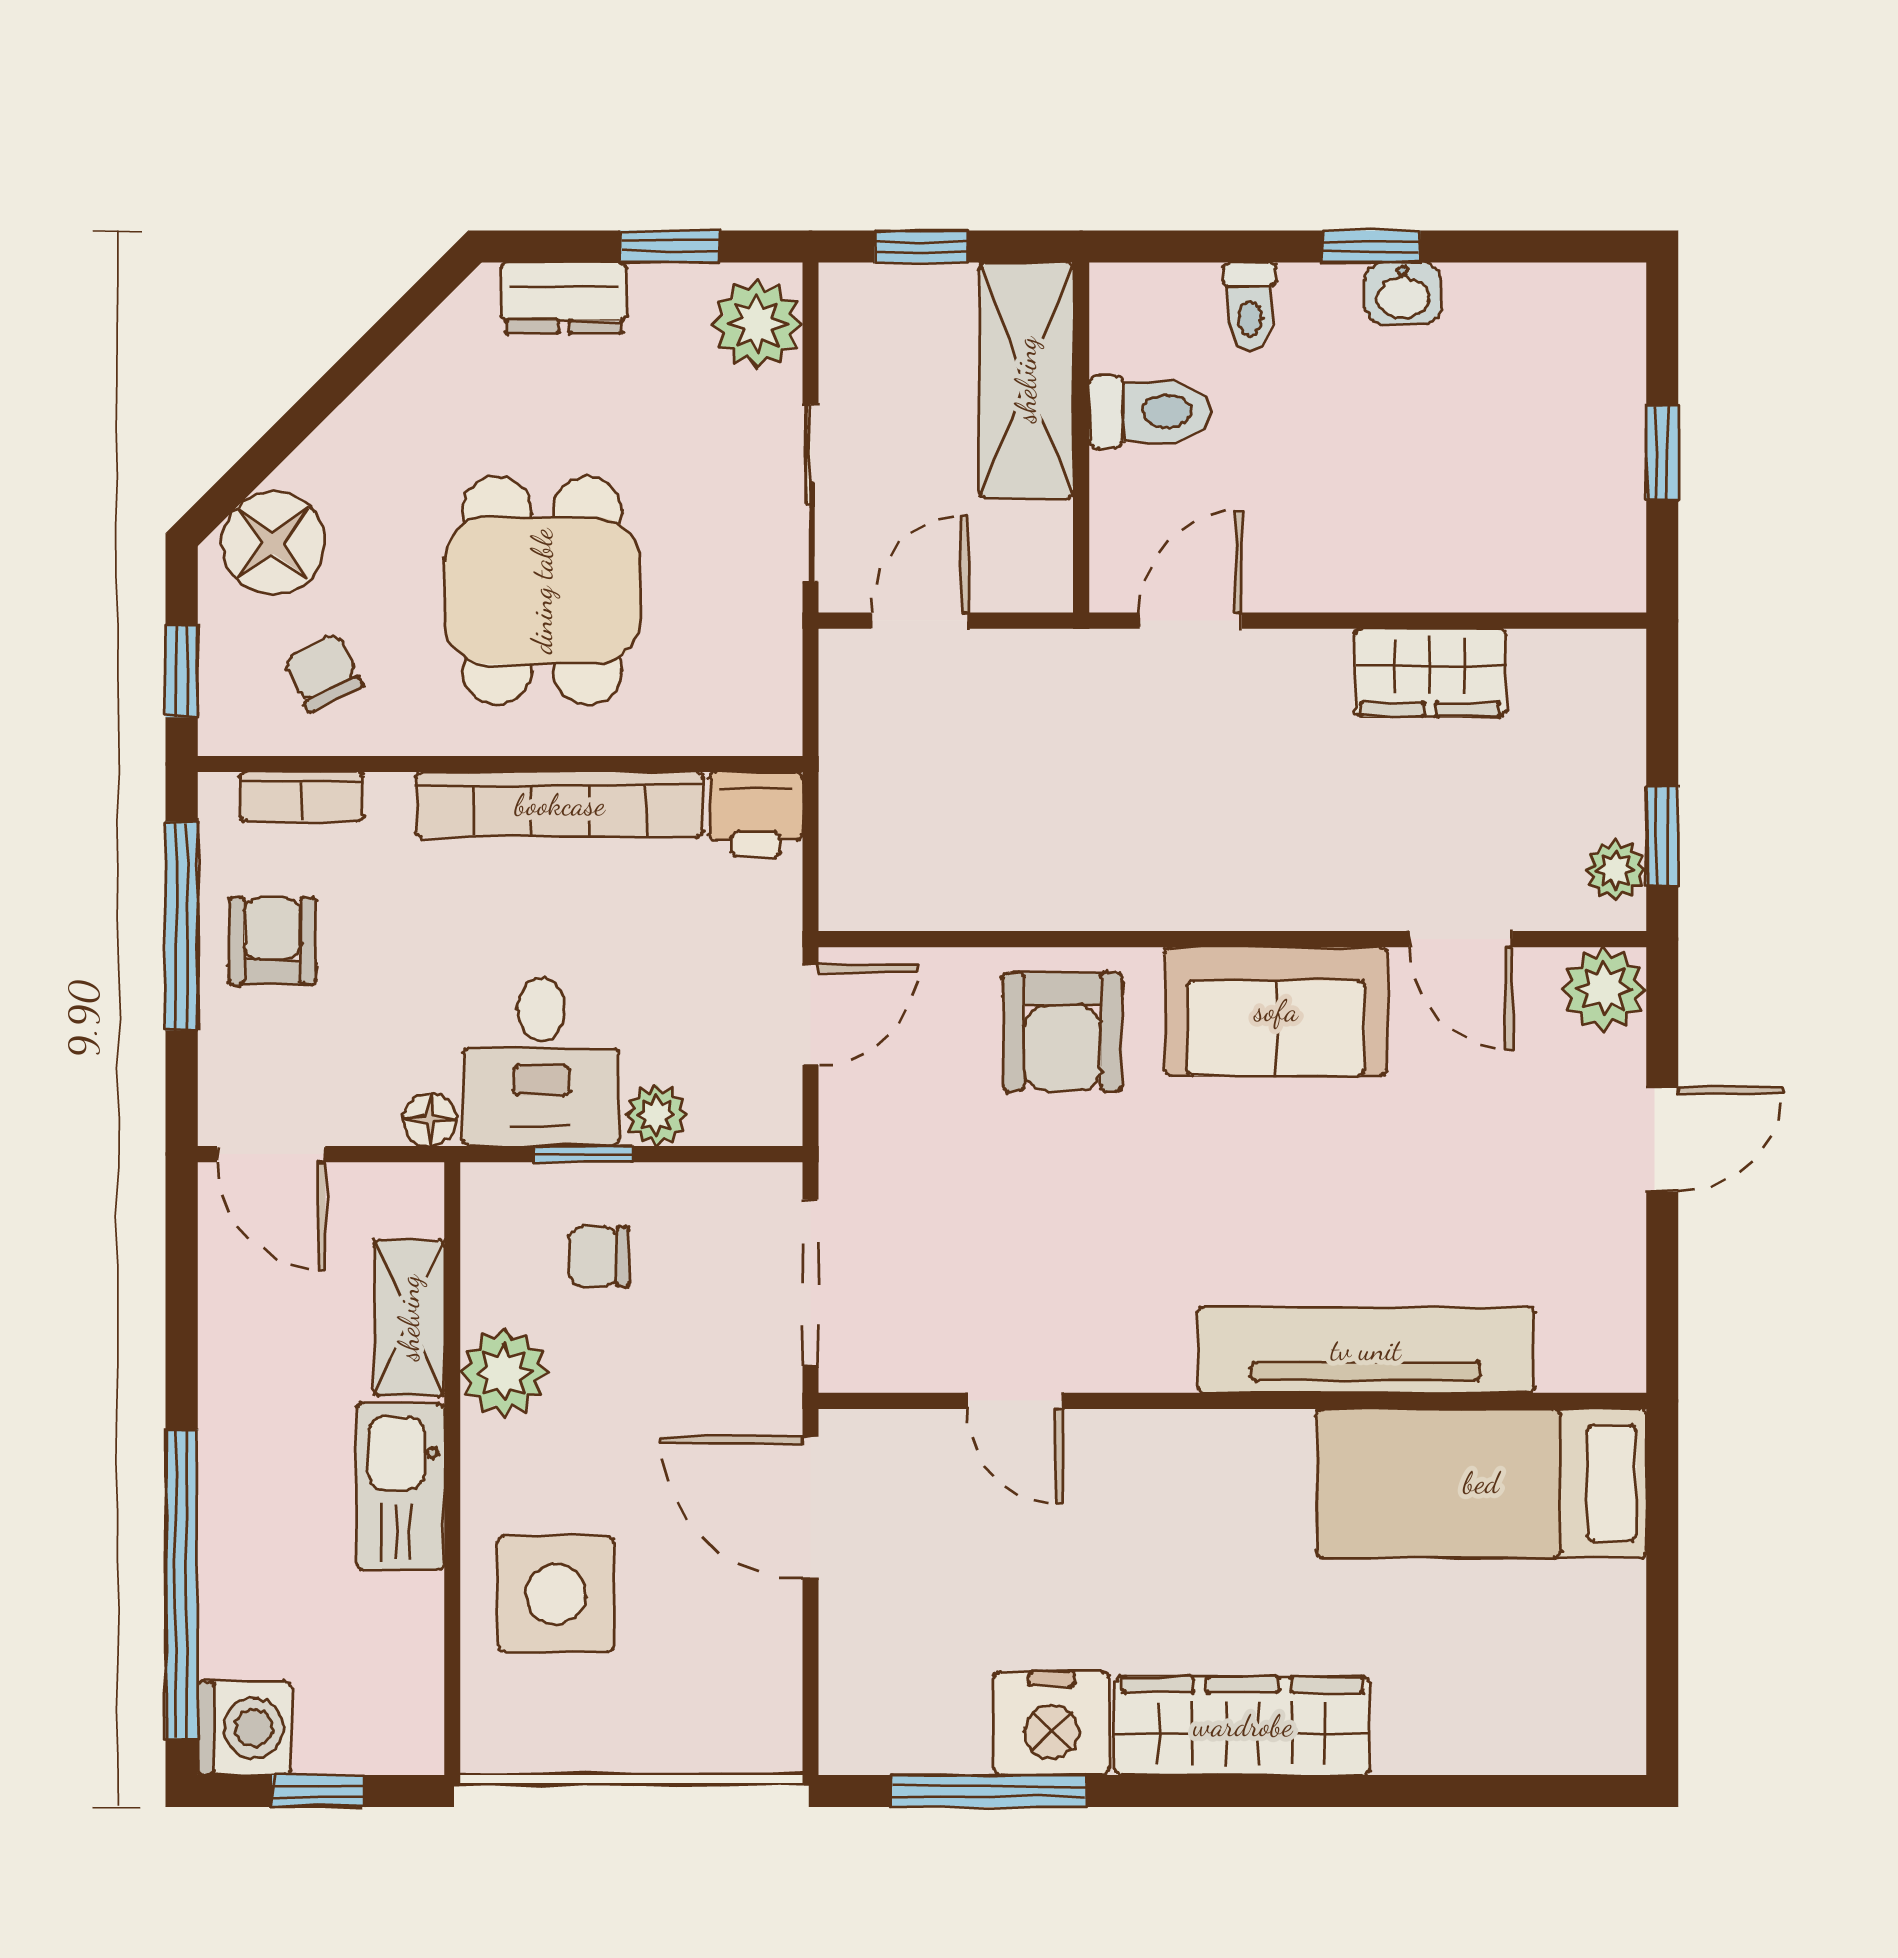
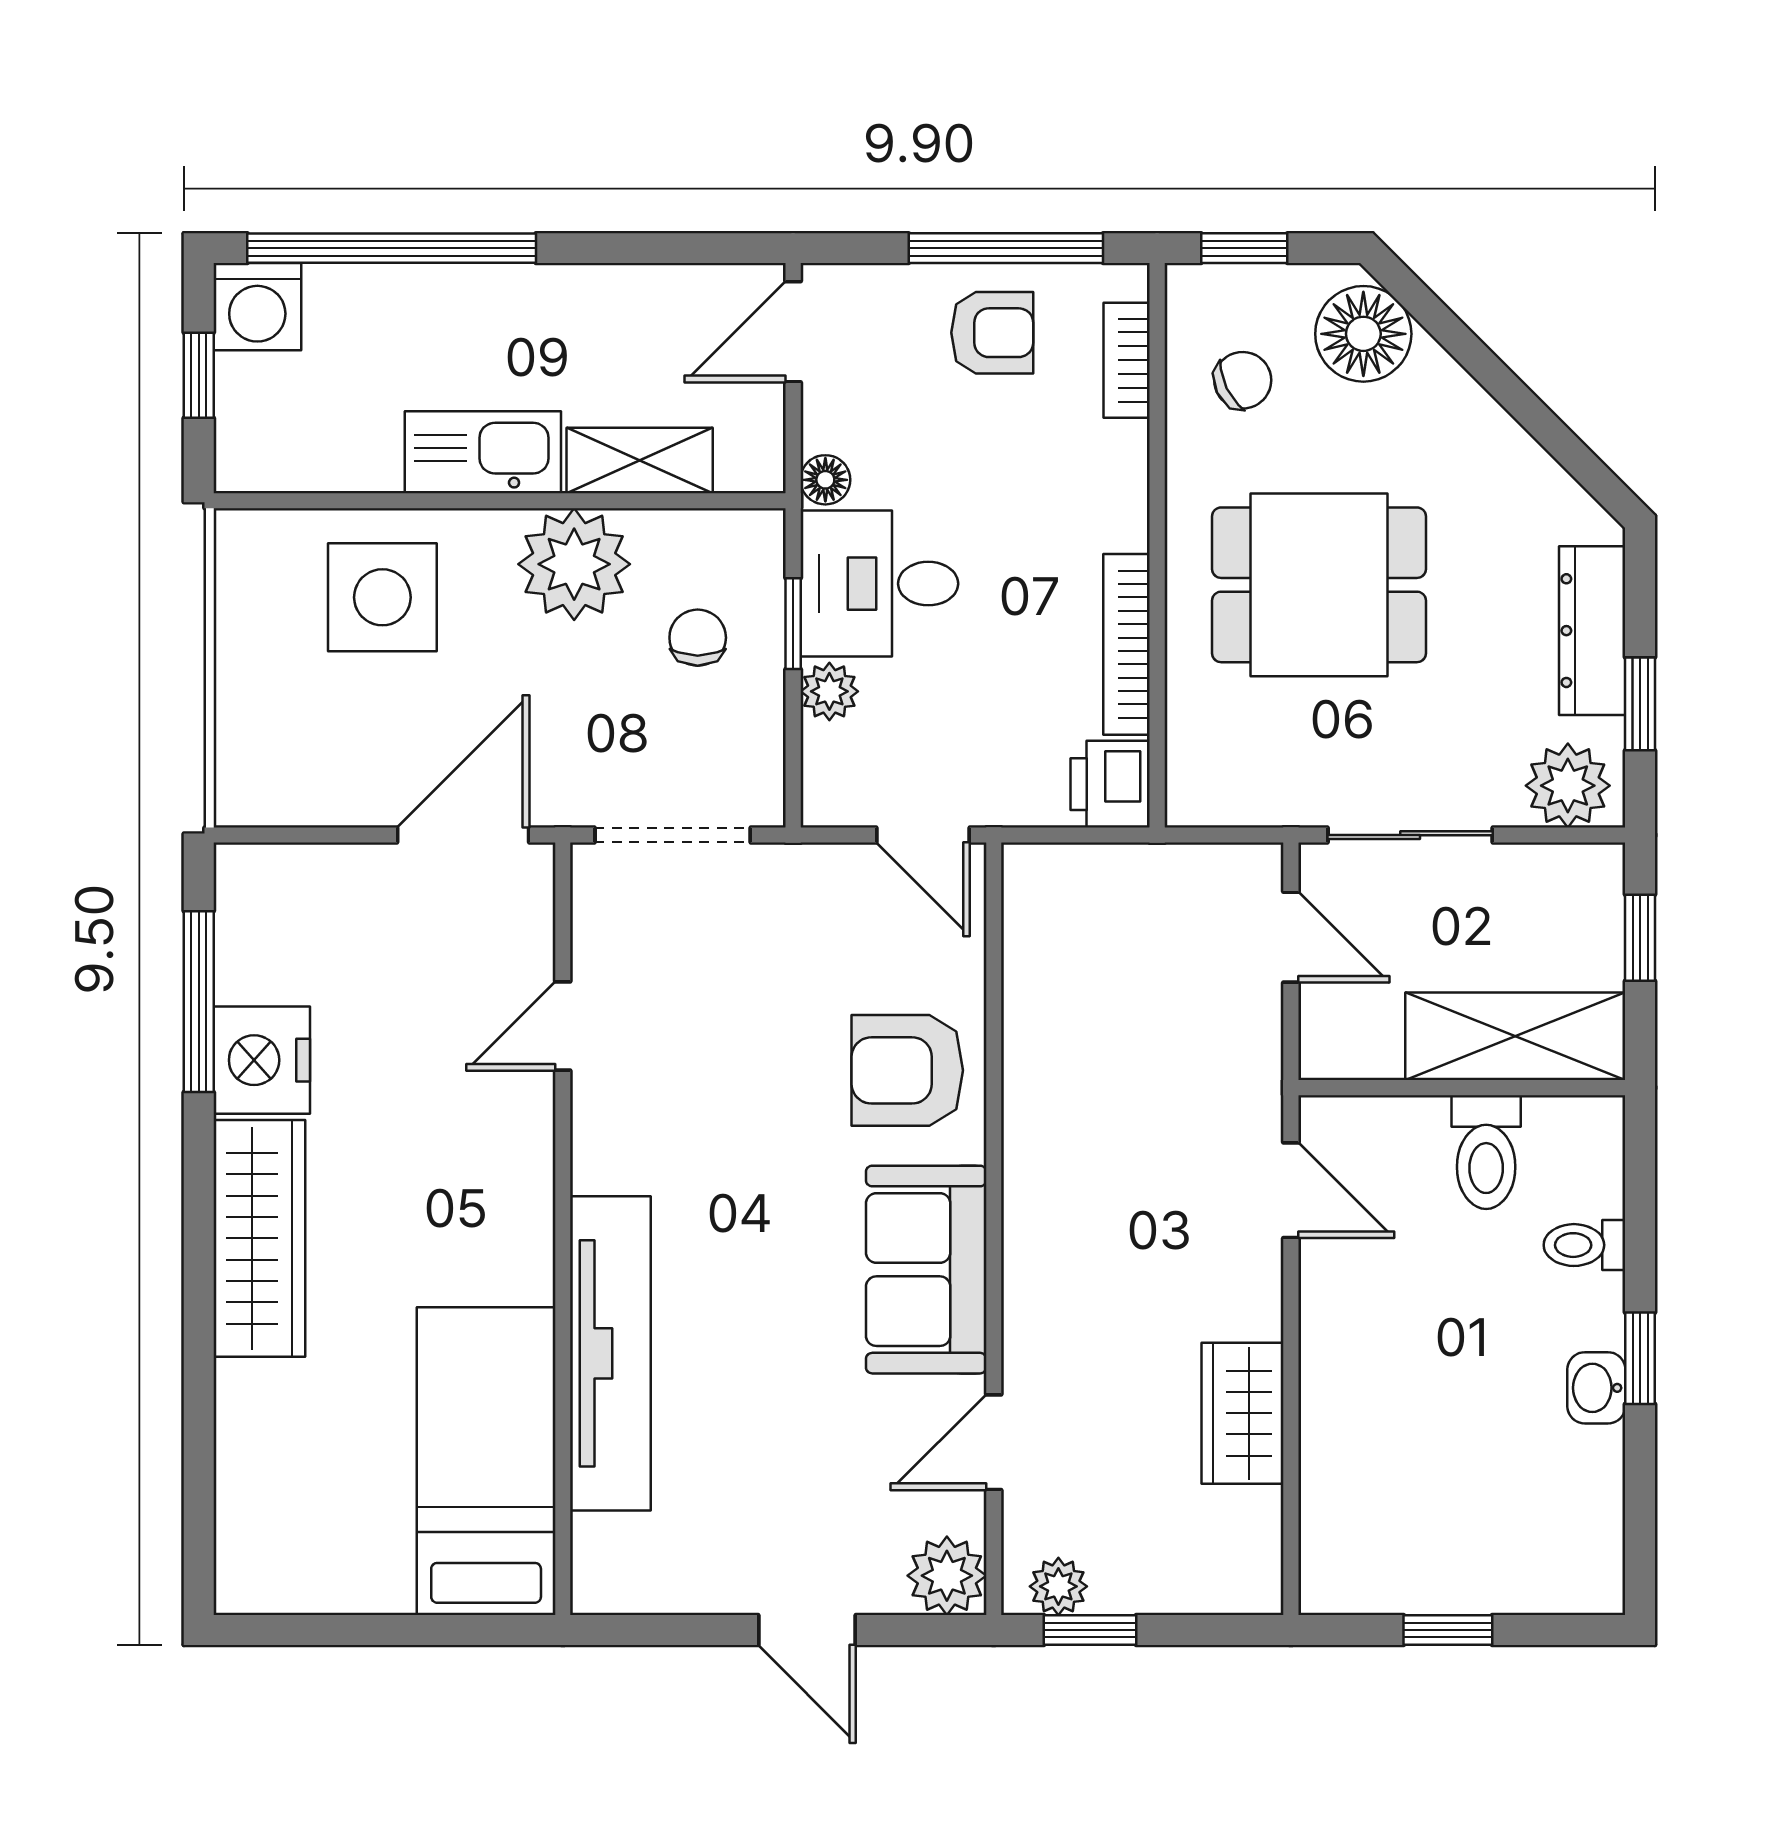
dresser: (564, 298) -> (1592, 631), width x1.44
bookcase: (560, 805) -> (1127, 644), width x0.68, depth x0.76
plant: (504, 1373) -> (574, 564), width x1.36, depth x1.36

